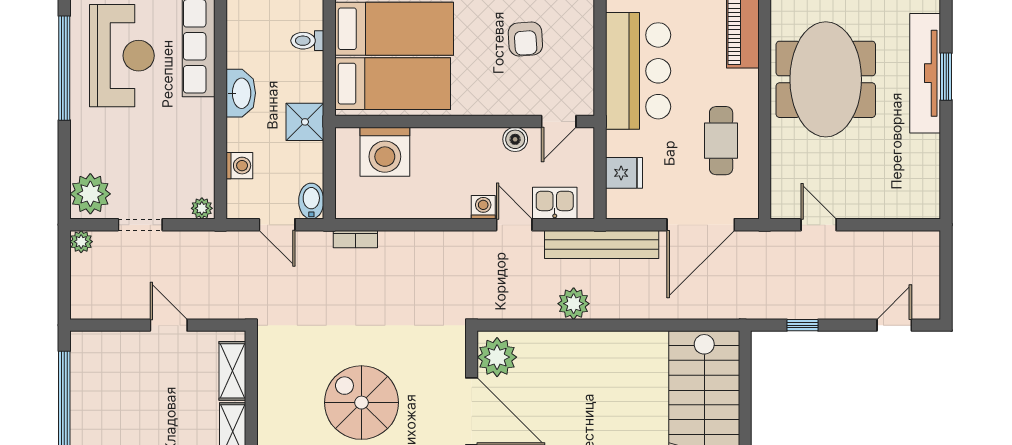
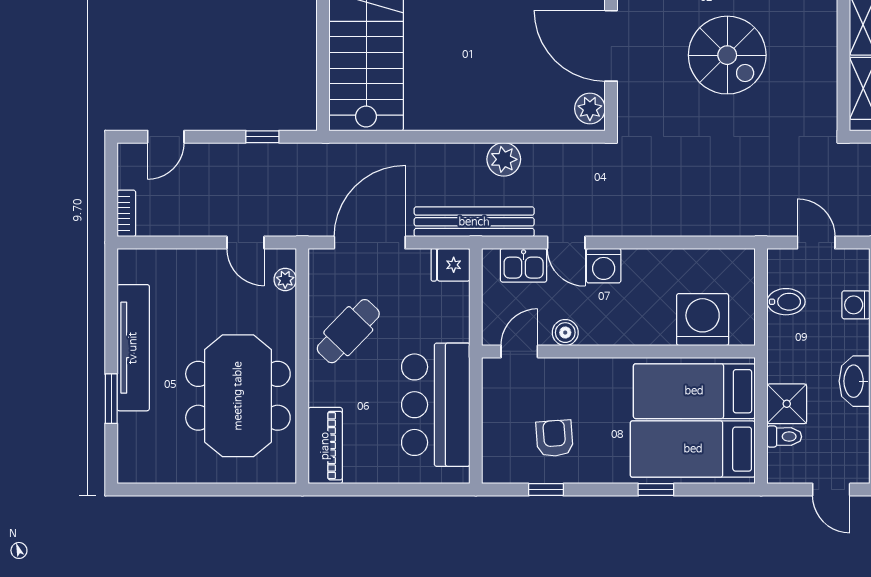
tv unit: (925, 73) -> (133, 348), moved
shower: (305, 122) -> (787, 404), moved
cafe table: (721, 141) -> (348, 331), turned 44
fridge: (624, 173) -> (451, 265), moved
plant: (781, 190) -> (285, 279), added
bidet: (311, 201) -> (786, 302), moved, turned -90
washing machine: (483, 207) -> (604, 266), width x1.38, depth x1.38
bookcase: (355, 239) -> (126, 213), moved, turned 90
plant: (497, 357) -> (590, 109), width x0.73, depth x0.73

